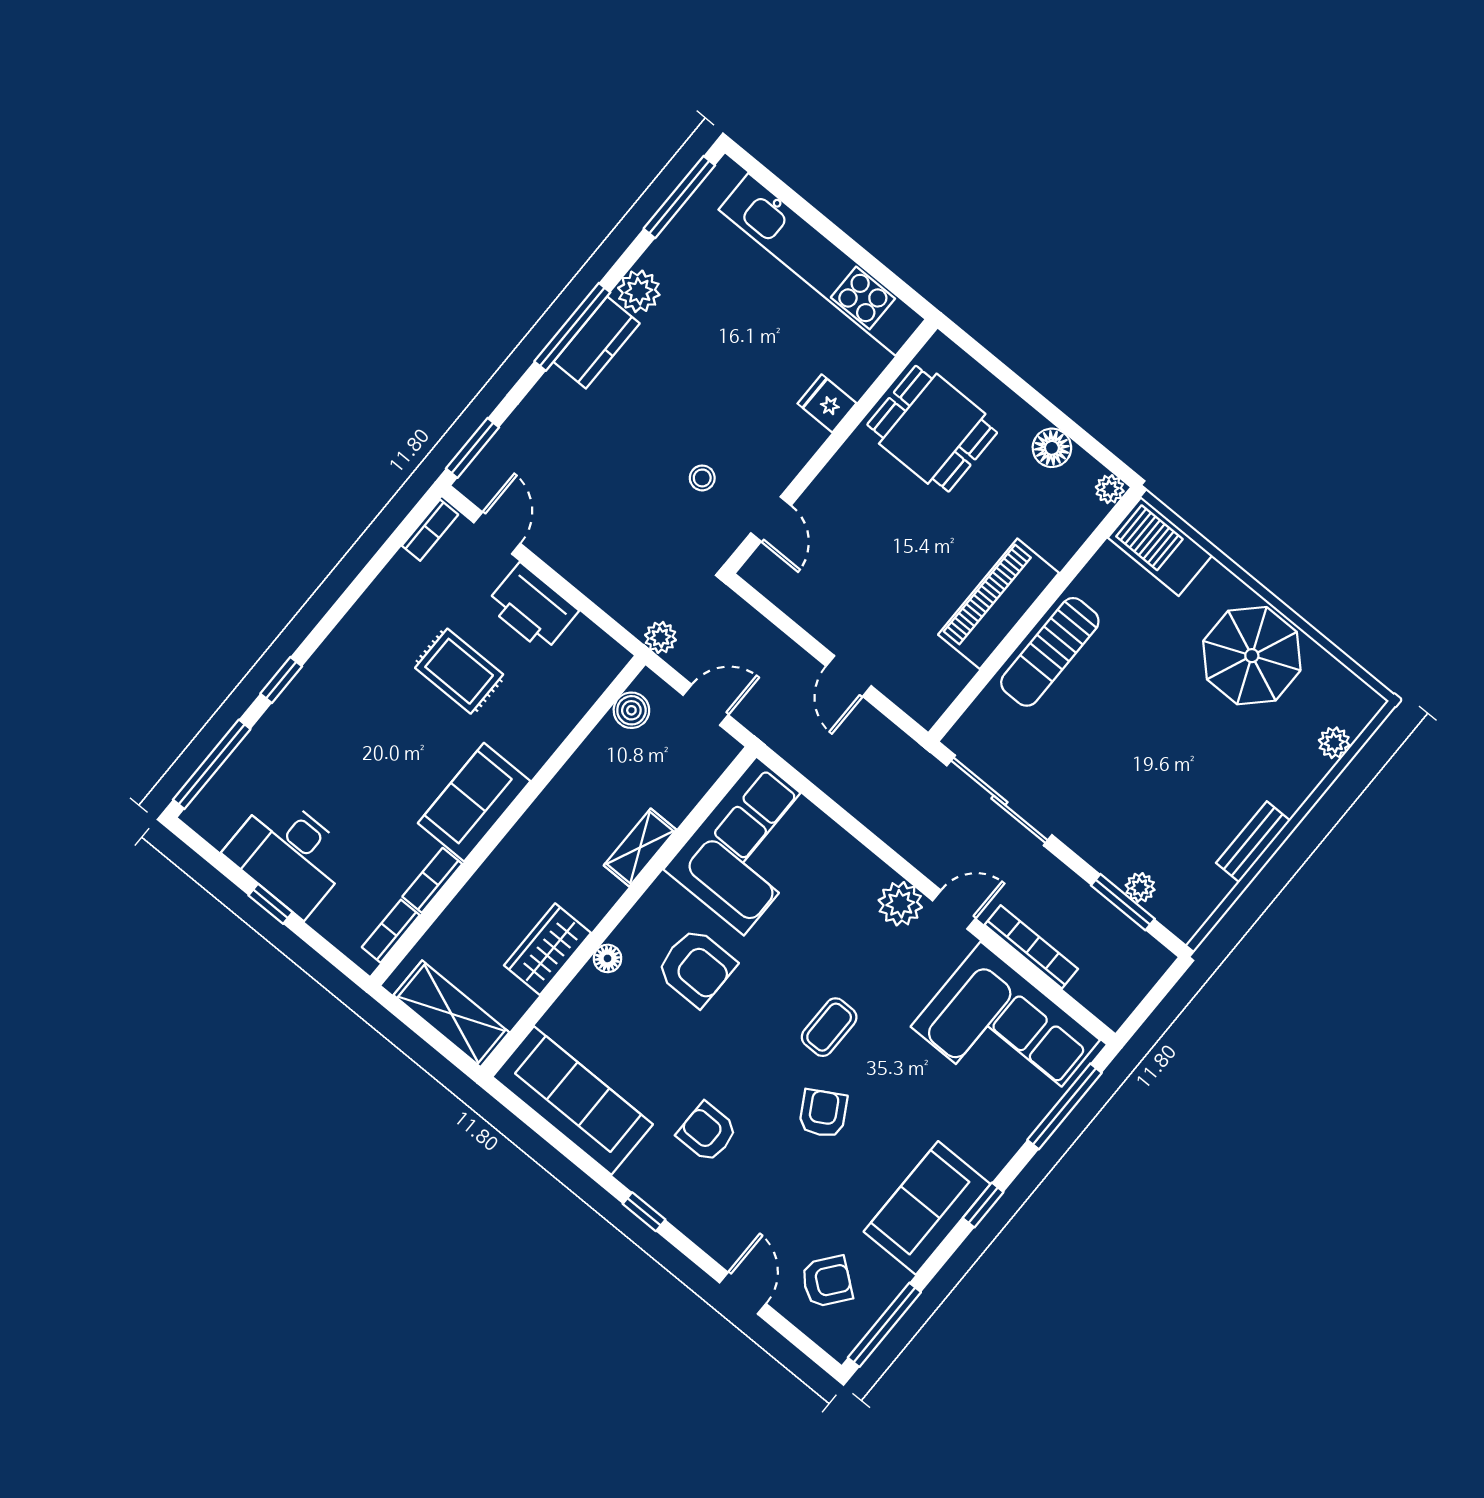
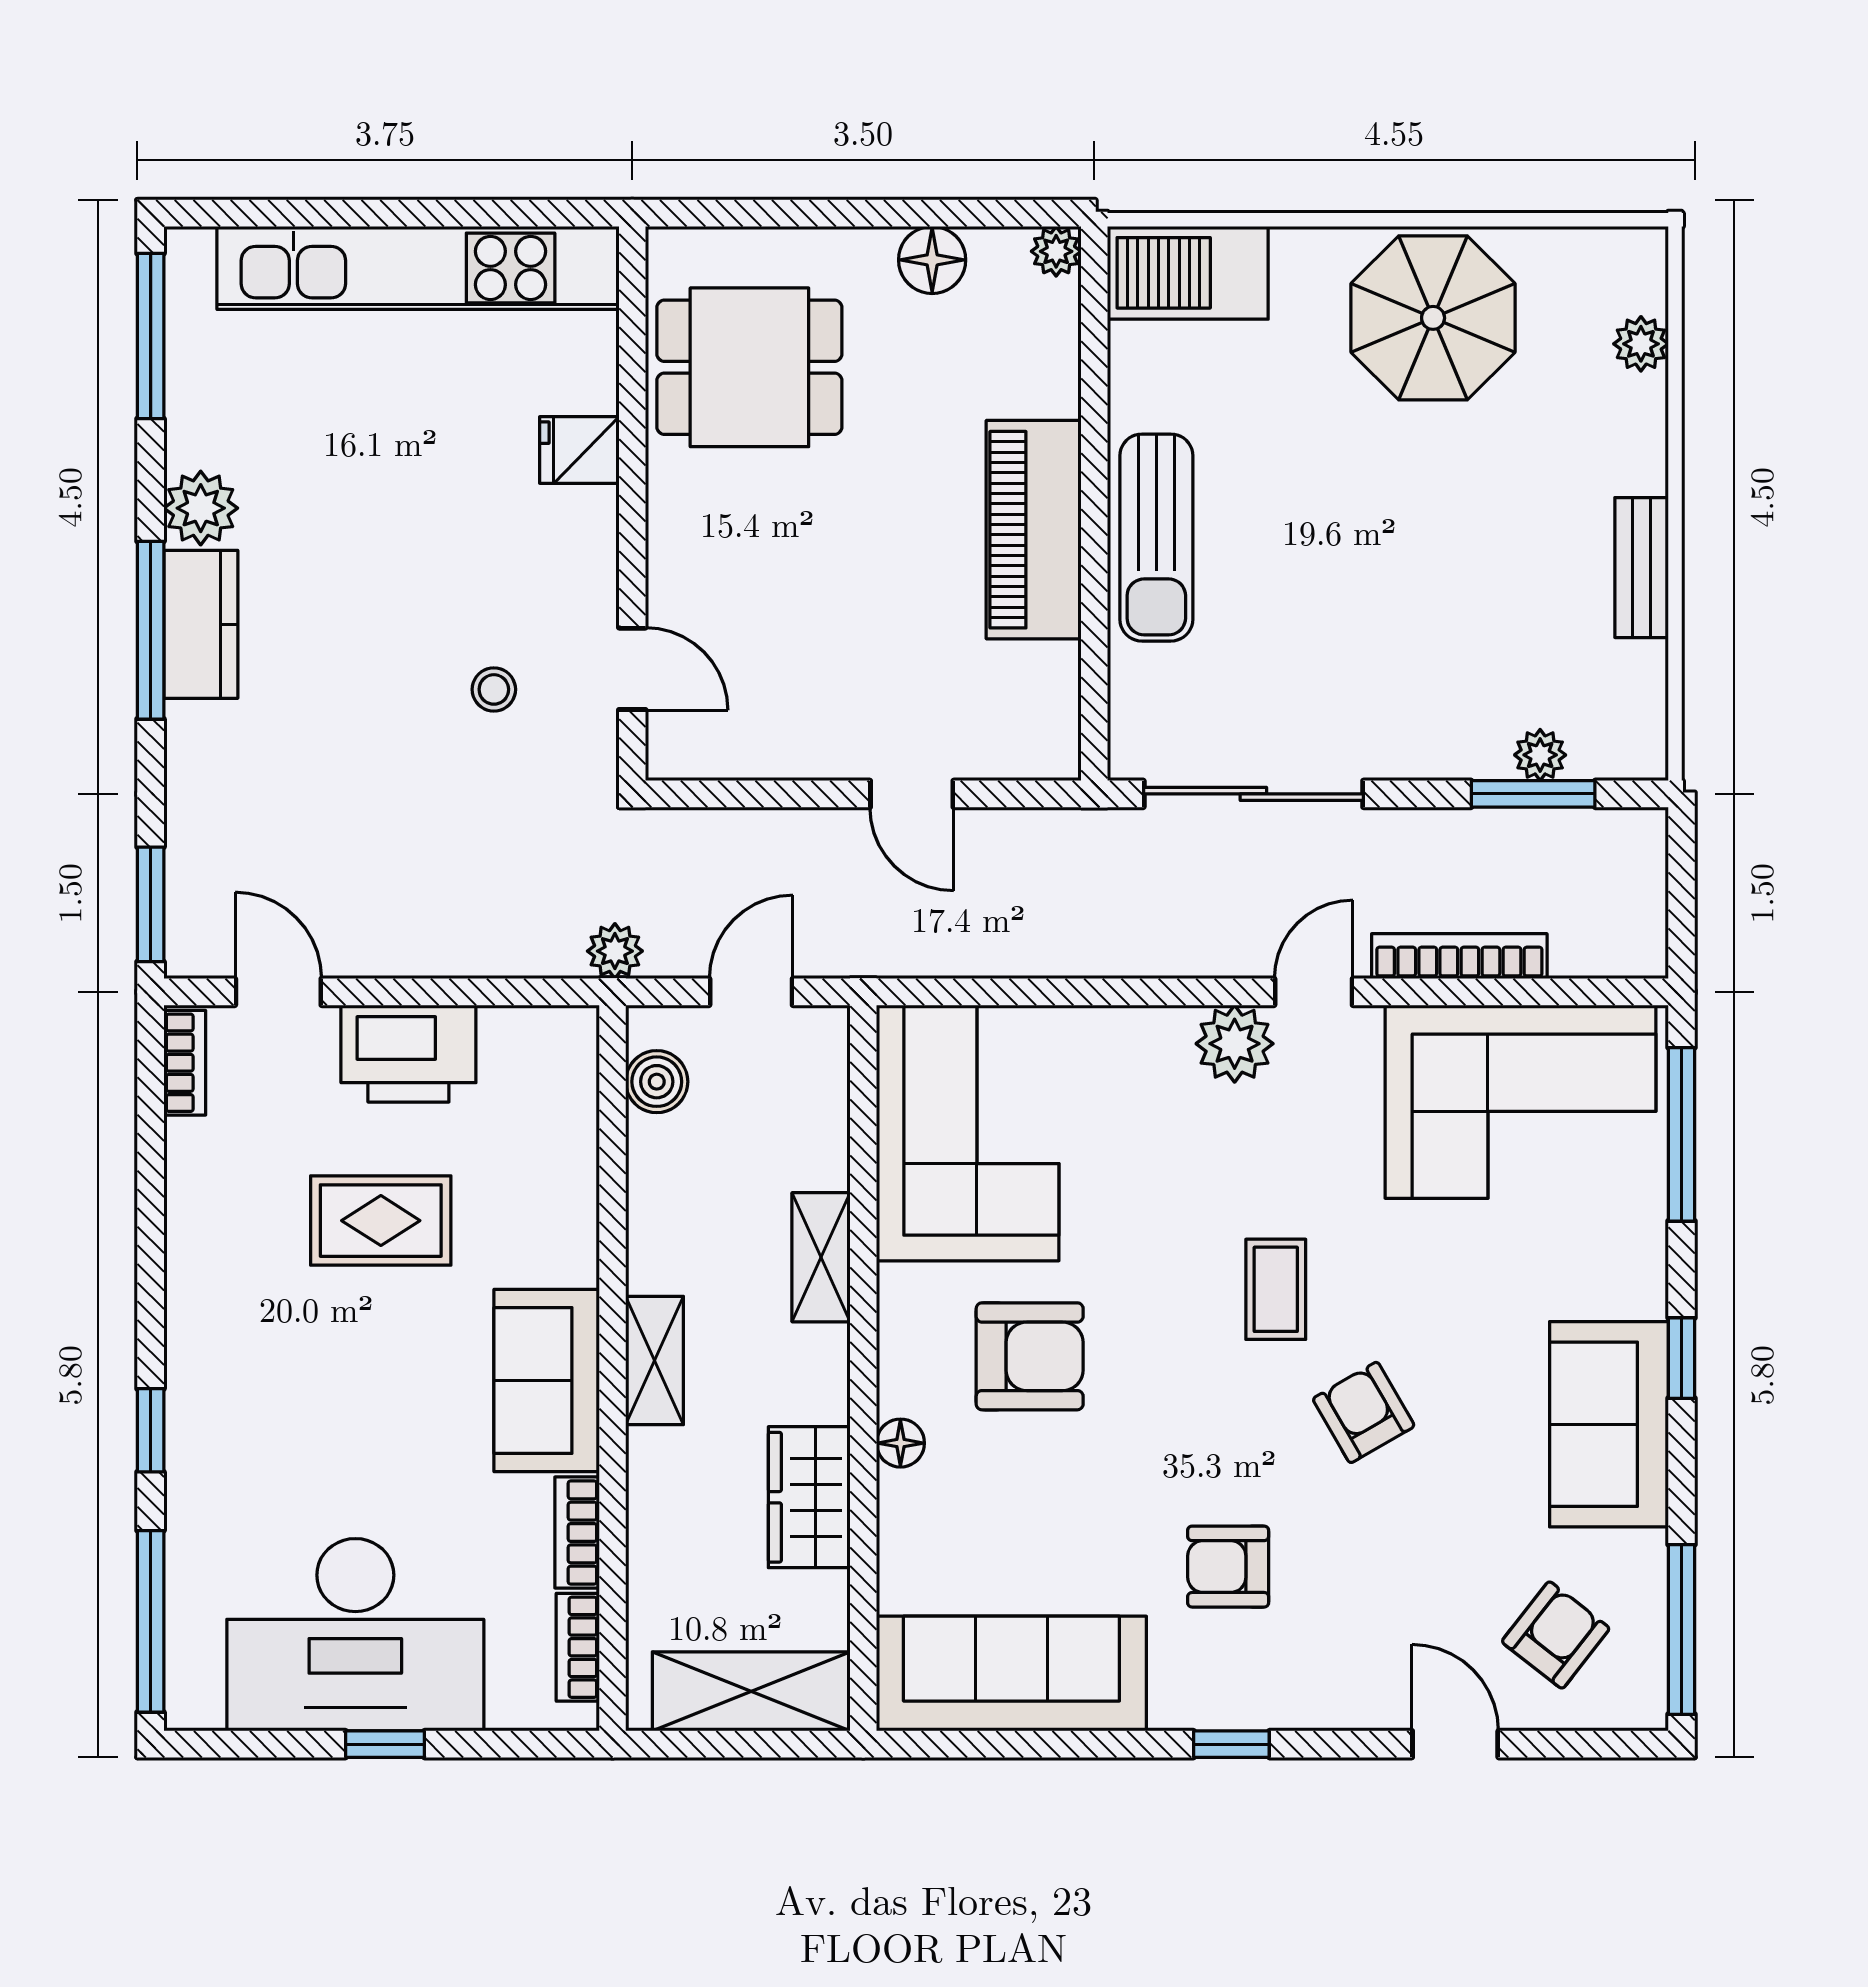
shelving: (529, 833) -> (655, 1361), added
desk: (289, 855) -> (355, 1635), width x1.36, depth x1.30

